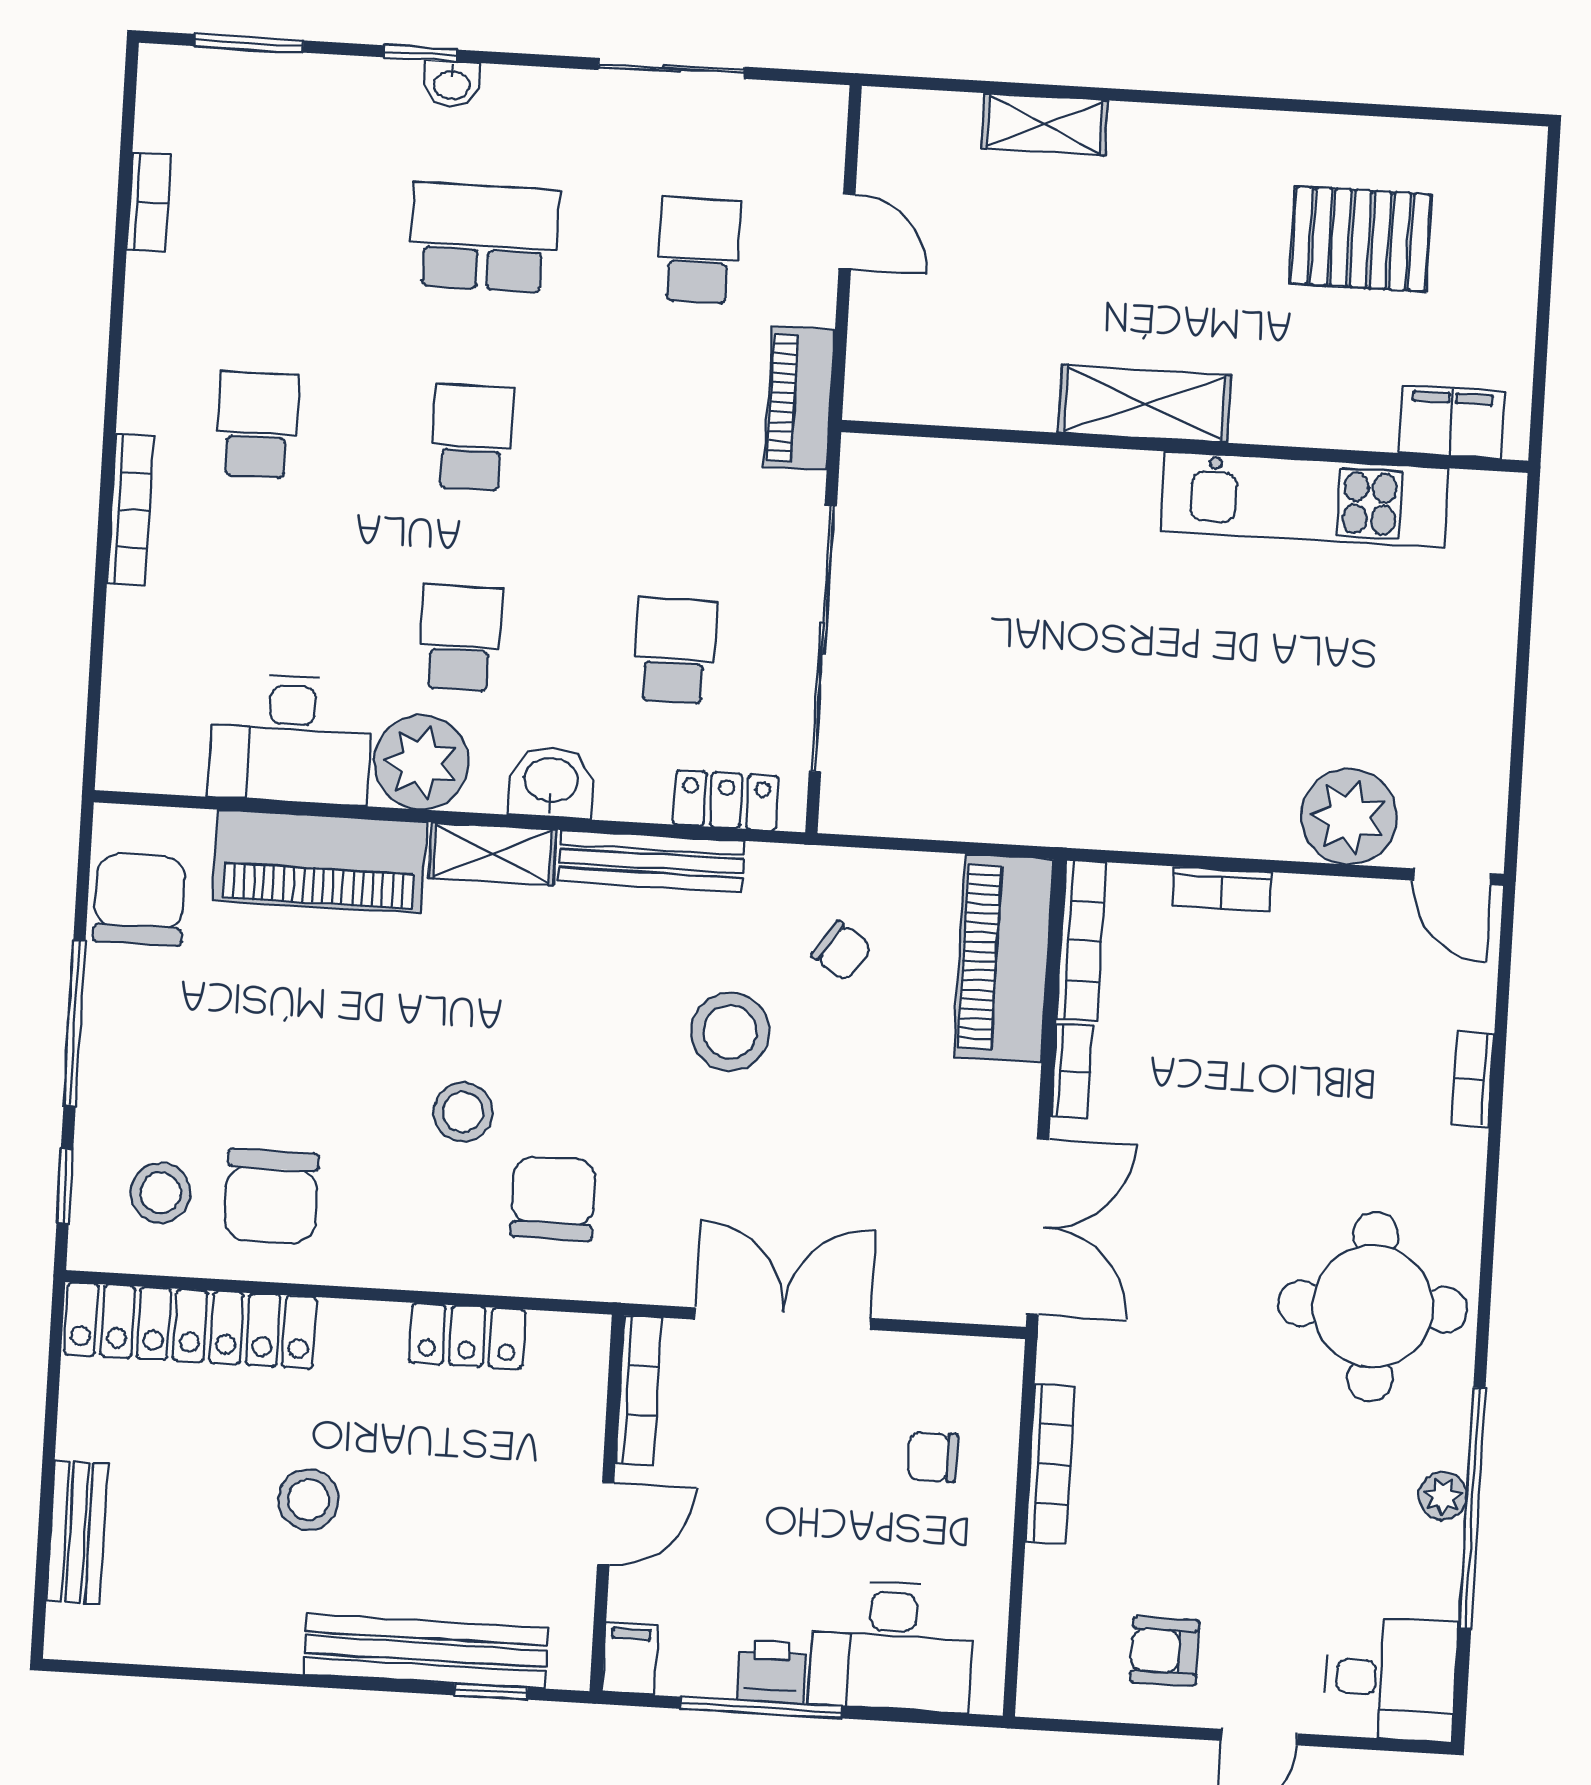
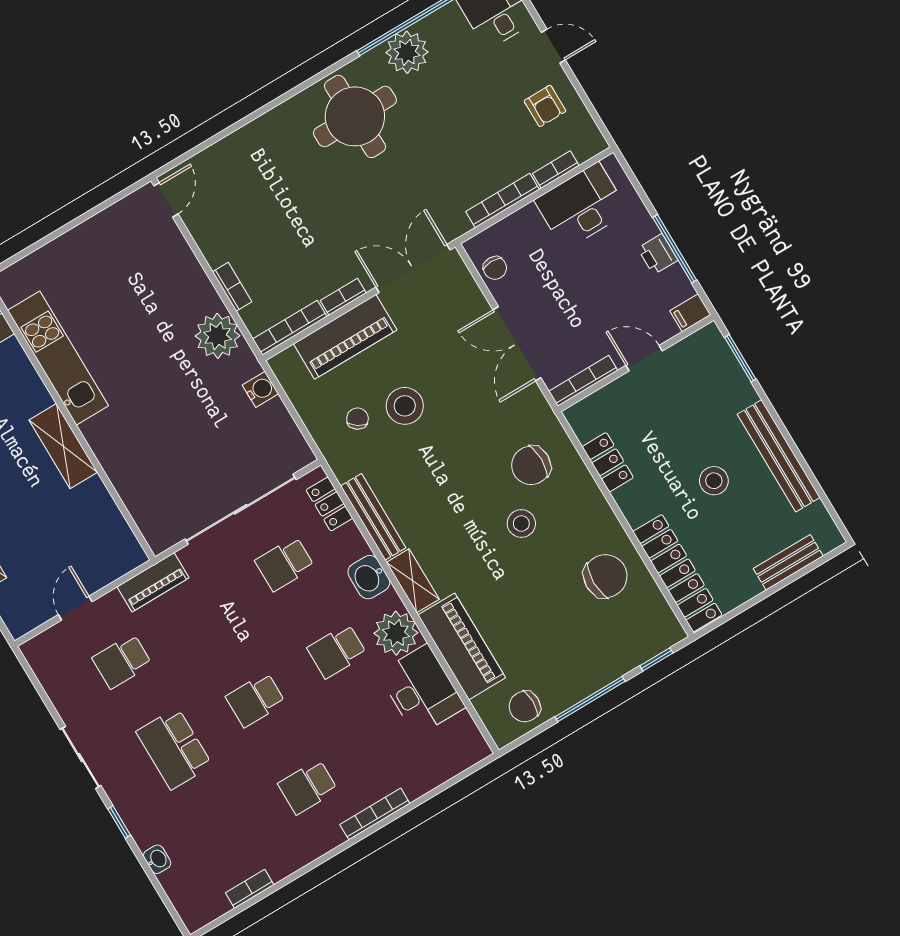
window: (249, 43) -> (161, 892), removed
sliding door: (672, 68) -> (81, 758), moved
washbasin: (452, 84) -> (157, 859), moved
water cooler: (1009, 816) -> (260, 389), added
plant: (1349, 817) -> (218, 336), moved
chair: (139, 900) -> (525, 707), width x0.73, depth x0.73
piano: (1003, 958) -> (345, 337), moved
stool: (730, 1032) -> (405, 406), moved
bookcase: (1473, 1079) -> (556, 170), moved, turned 180
stool: (161, 1193) -> (633, 620), removed
chair: (933, 1457) -> (495, 268), moved
plant: (1443, 1496) -> (407, 52), width x1.88, depth x1.88
desk: (892, 1646) -> (581, 206), moved, turned -90
bench: (426, 1651) -> (779, 456), moved
window: (491, 1692) -> (740, 358), width x1.50

